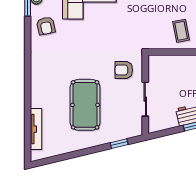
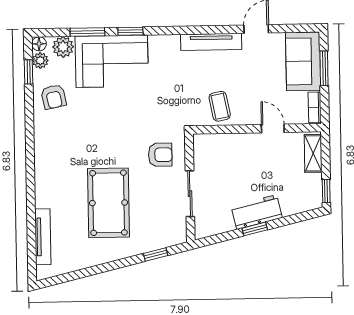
coffee table: (181, 31) -> (220, 106), moved
armchair: (124, 70) -> (160, 155), turned 180

